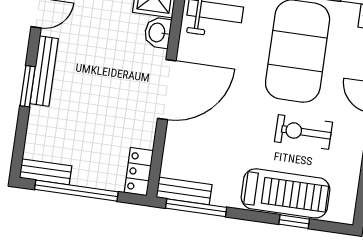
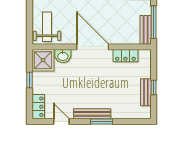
bench: (46, 172) -> (146, 92), moved
locker: (139, 172) -> (125, 56), moved
window: (76, 191) -> (154, 87), width x0.32

